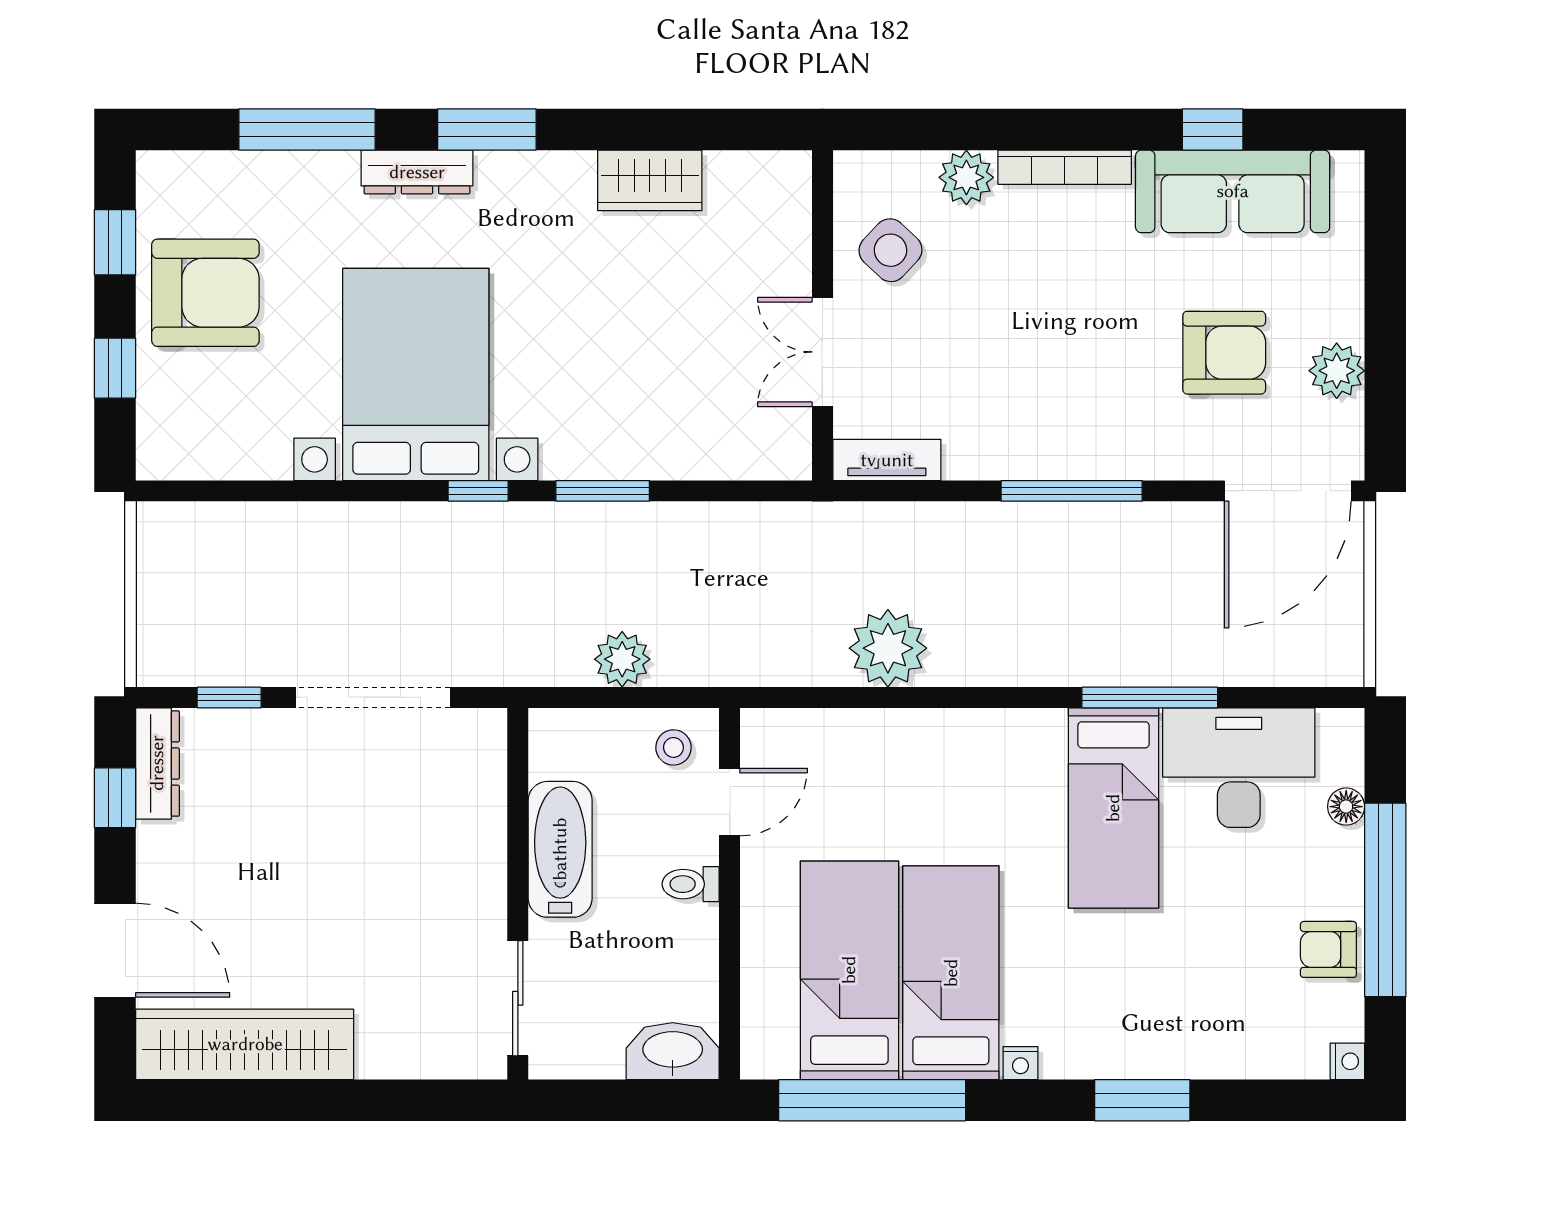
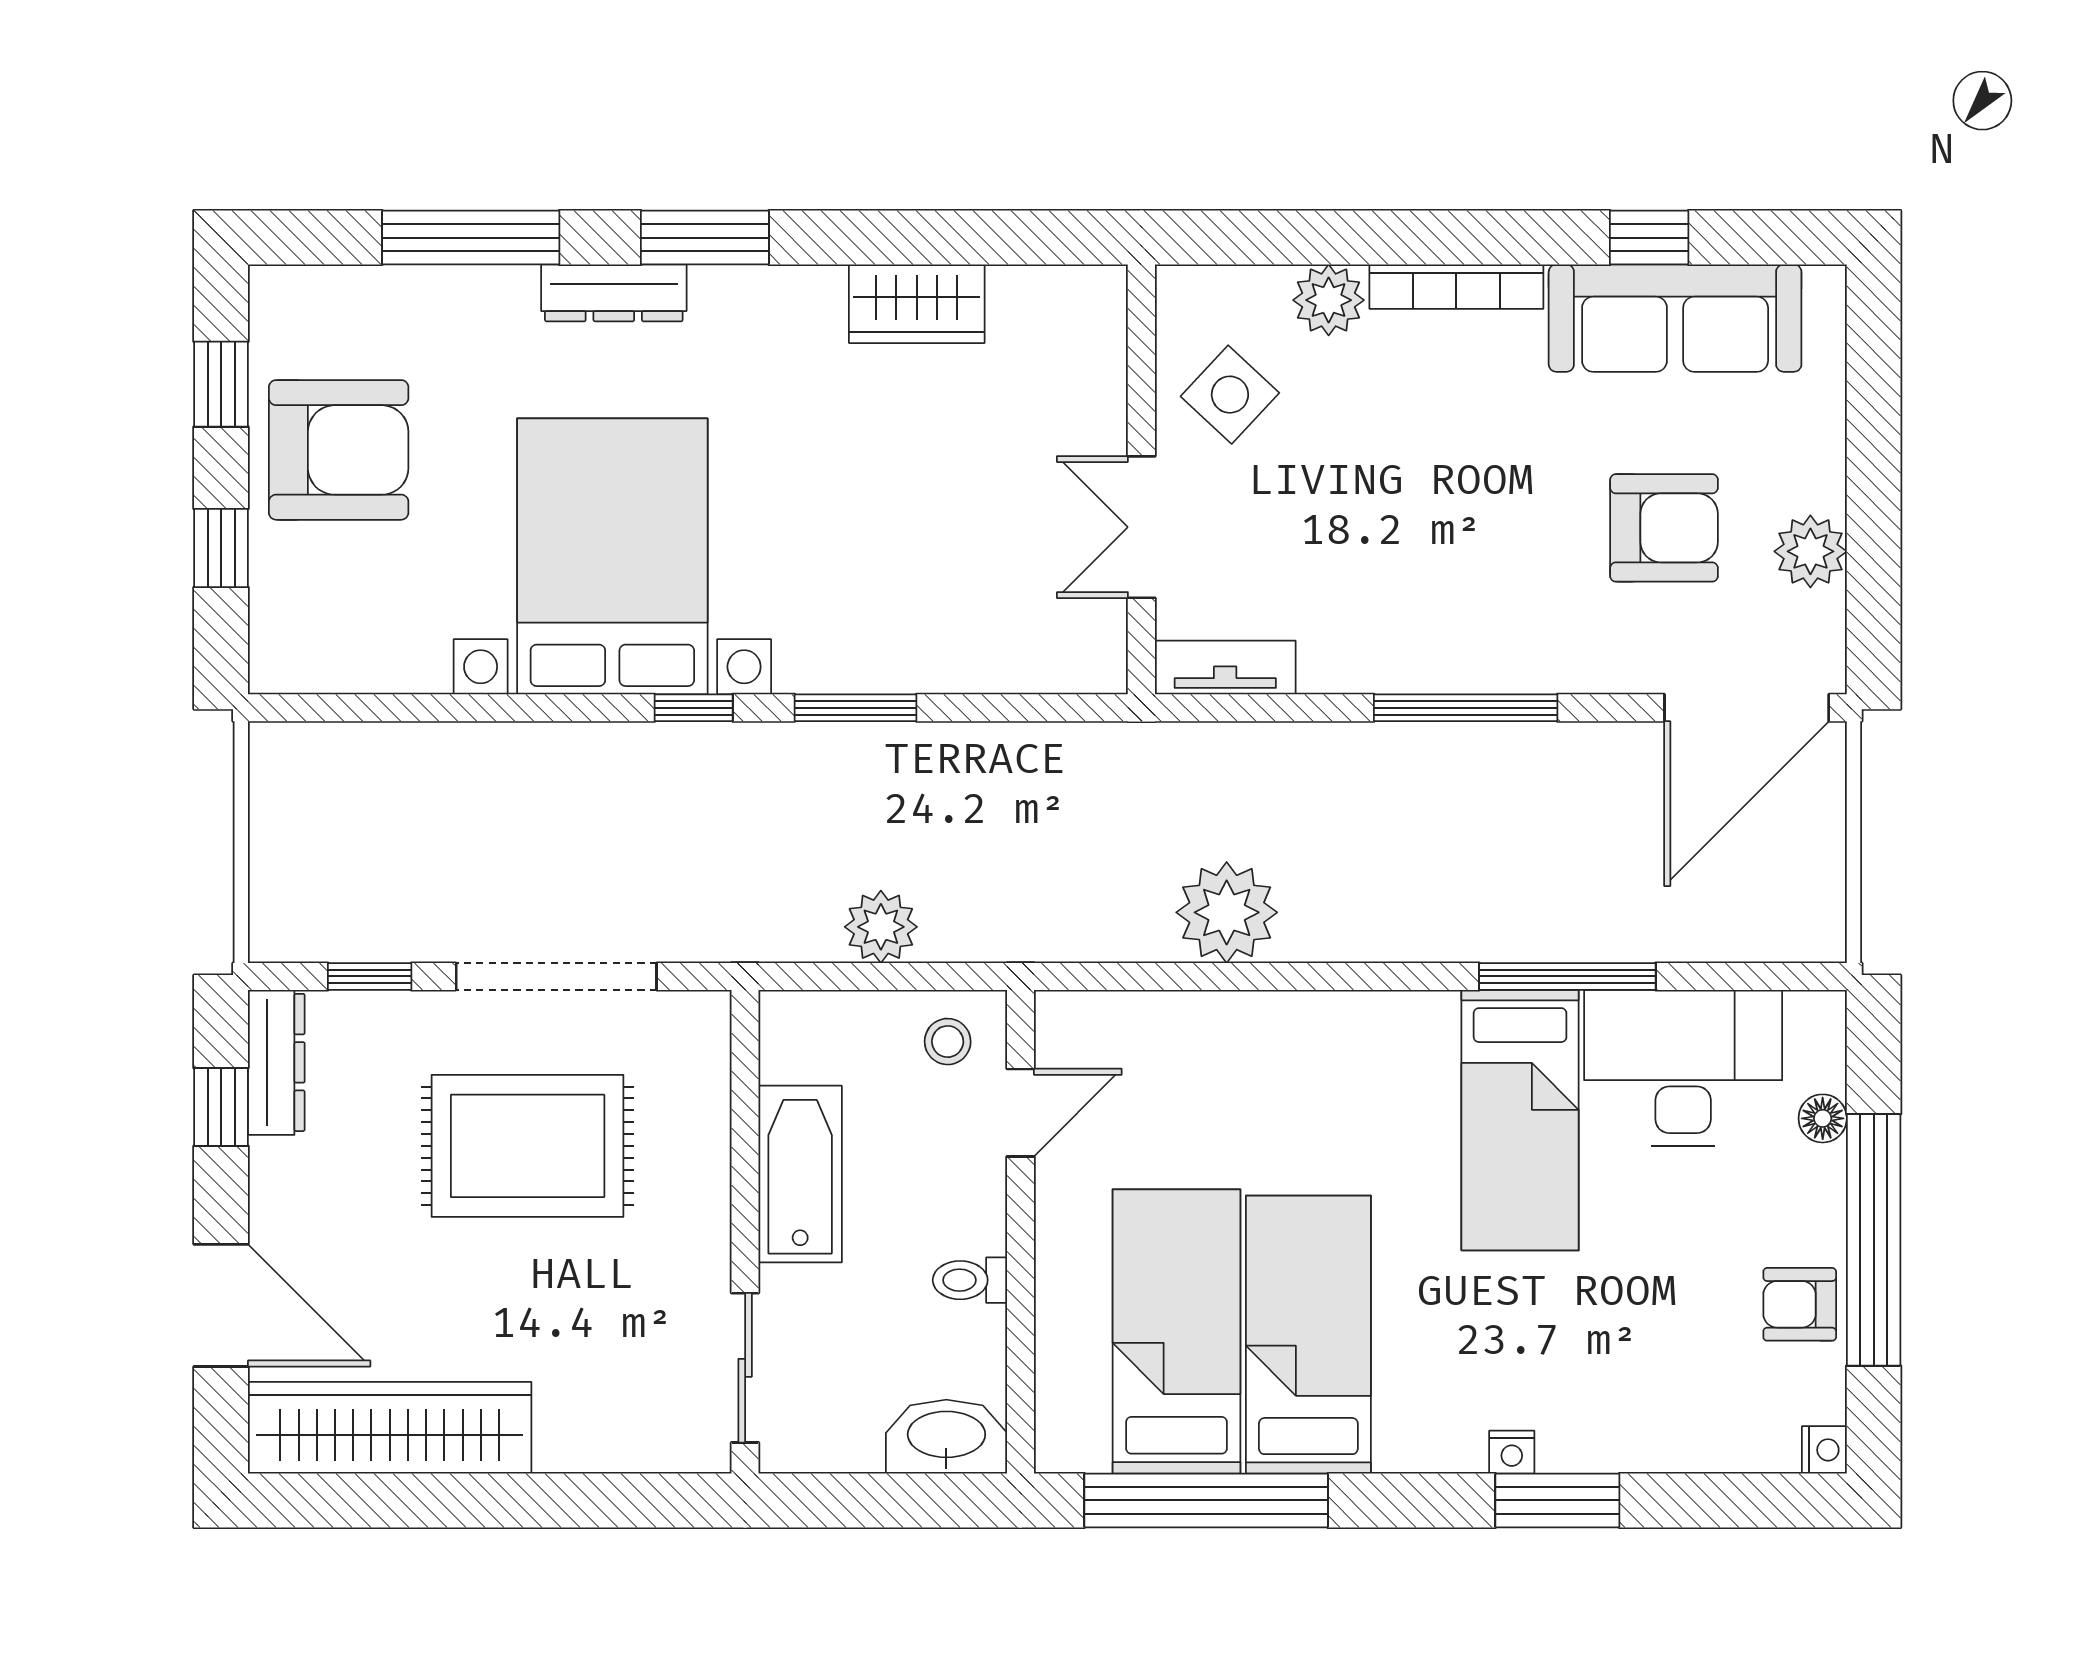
rug: (351, 828) -> (528, 1146), added
toilet: (691, 884) -> (970, 1280), moved
nightstand: (1020, 1063) -> (1512, 1452), moved

